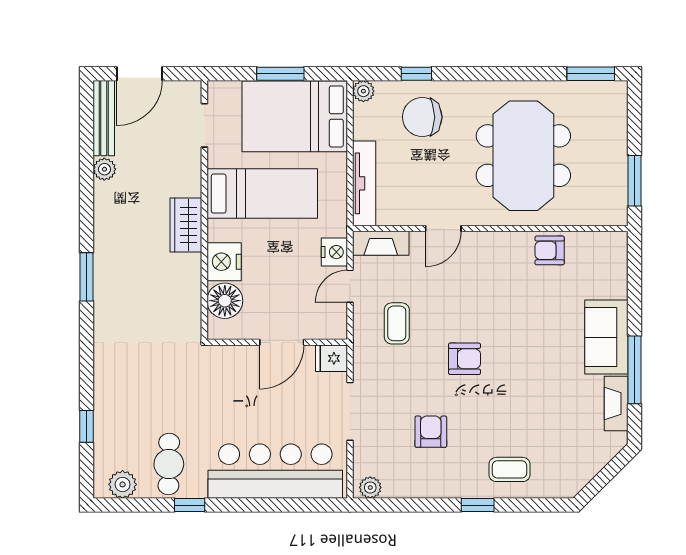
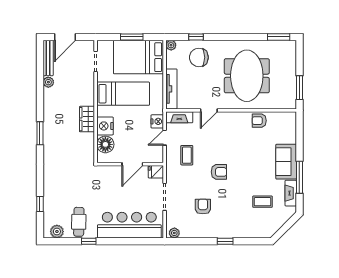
wardrobe: (186, 225) -> (87, 119), moved
coffee table: (510, 469) -> (263, 202), moved

